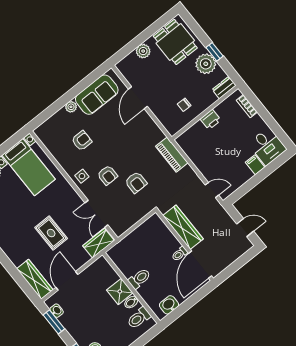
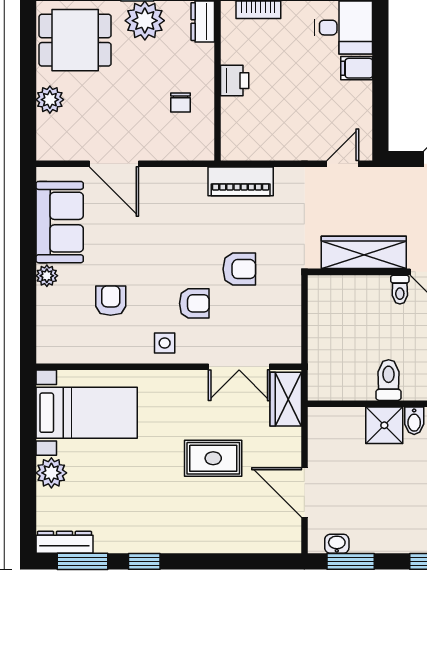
wardrobe: (35, 279) -> (263, 539), removed

